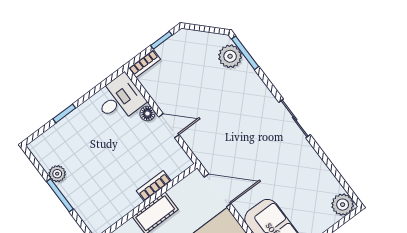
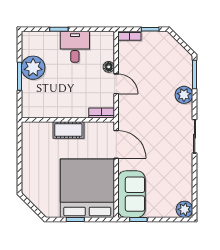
plant: (230, 56) -> (184, 95), moved
desk: (120, 99) -> (75, 47), moved, turned -90
plant: (57, 174) -> (33, 68), width x1.88, depth x1.88
bookcase: (154, 186) -> (102, 113), moved

